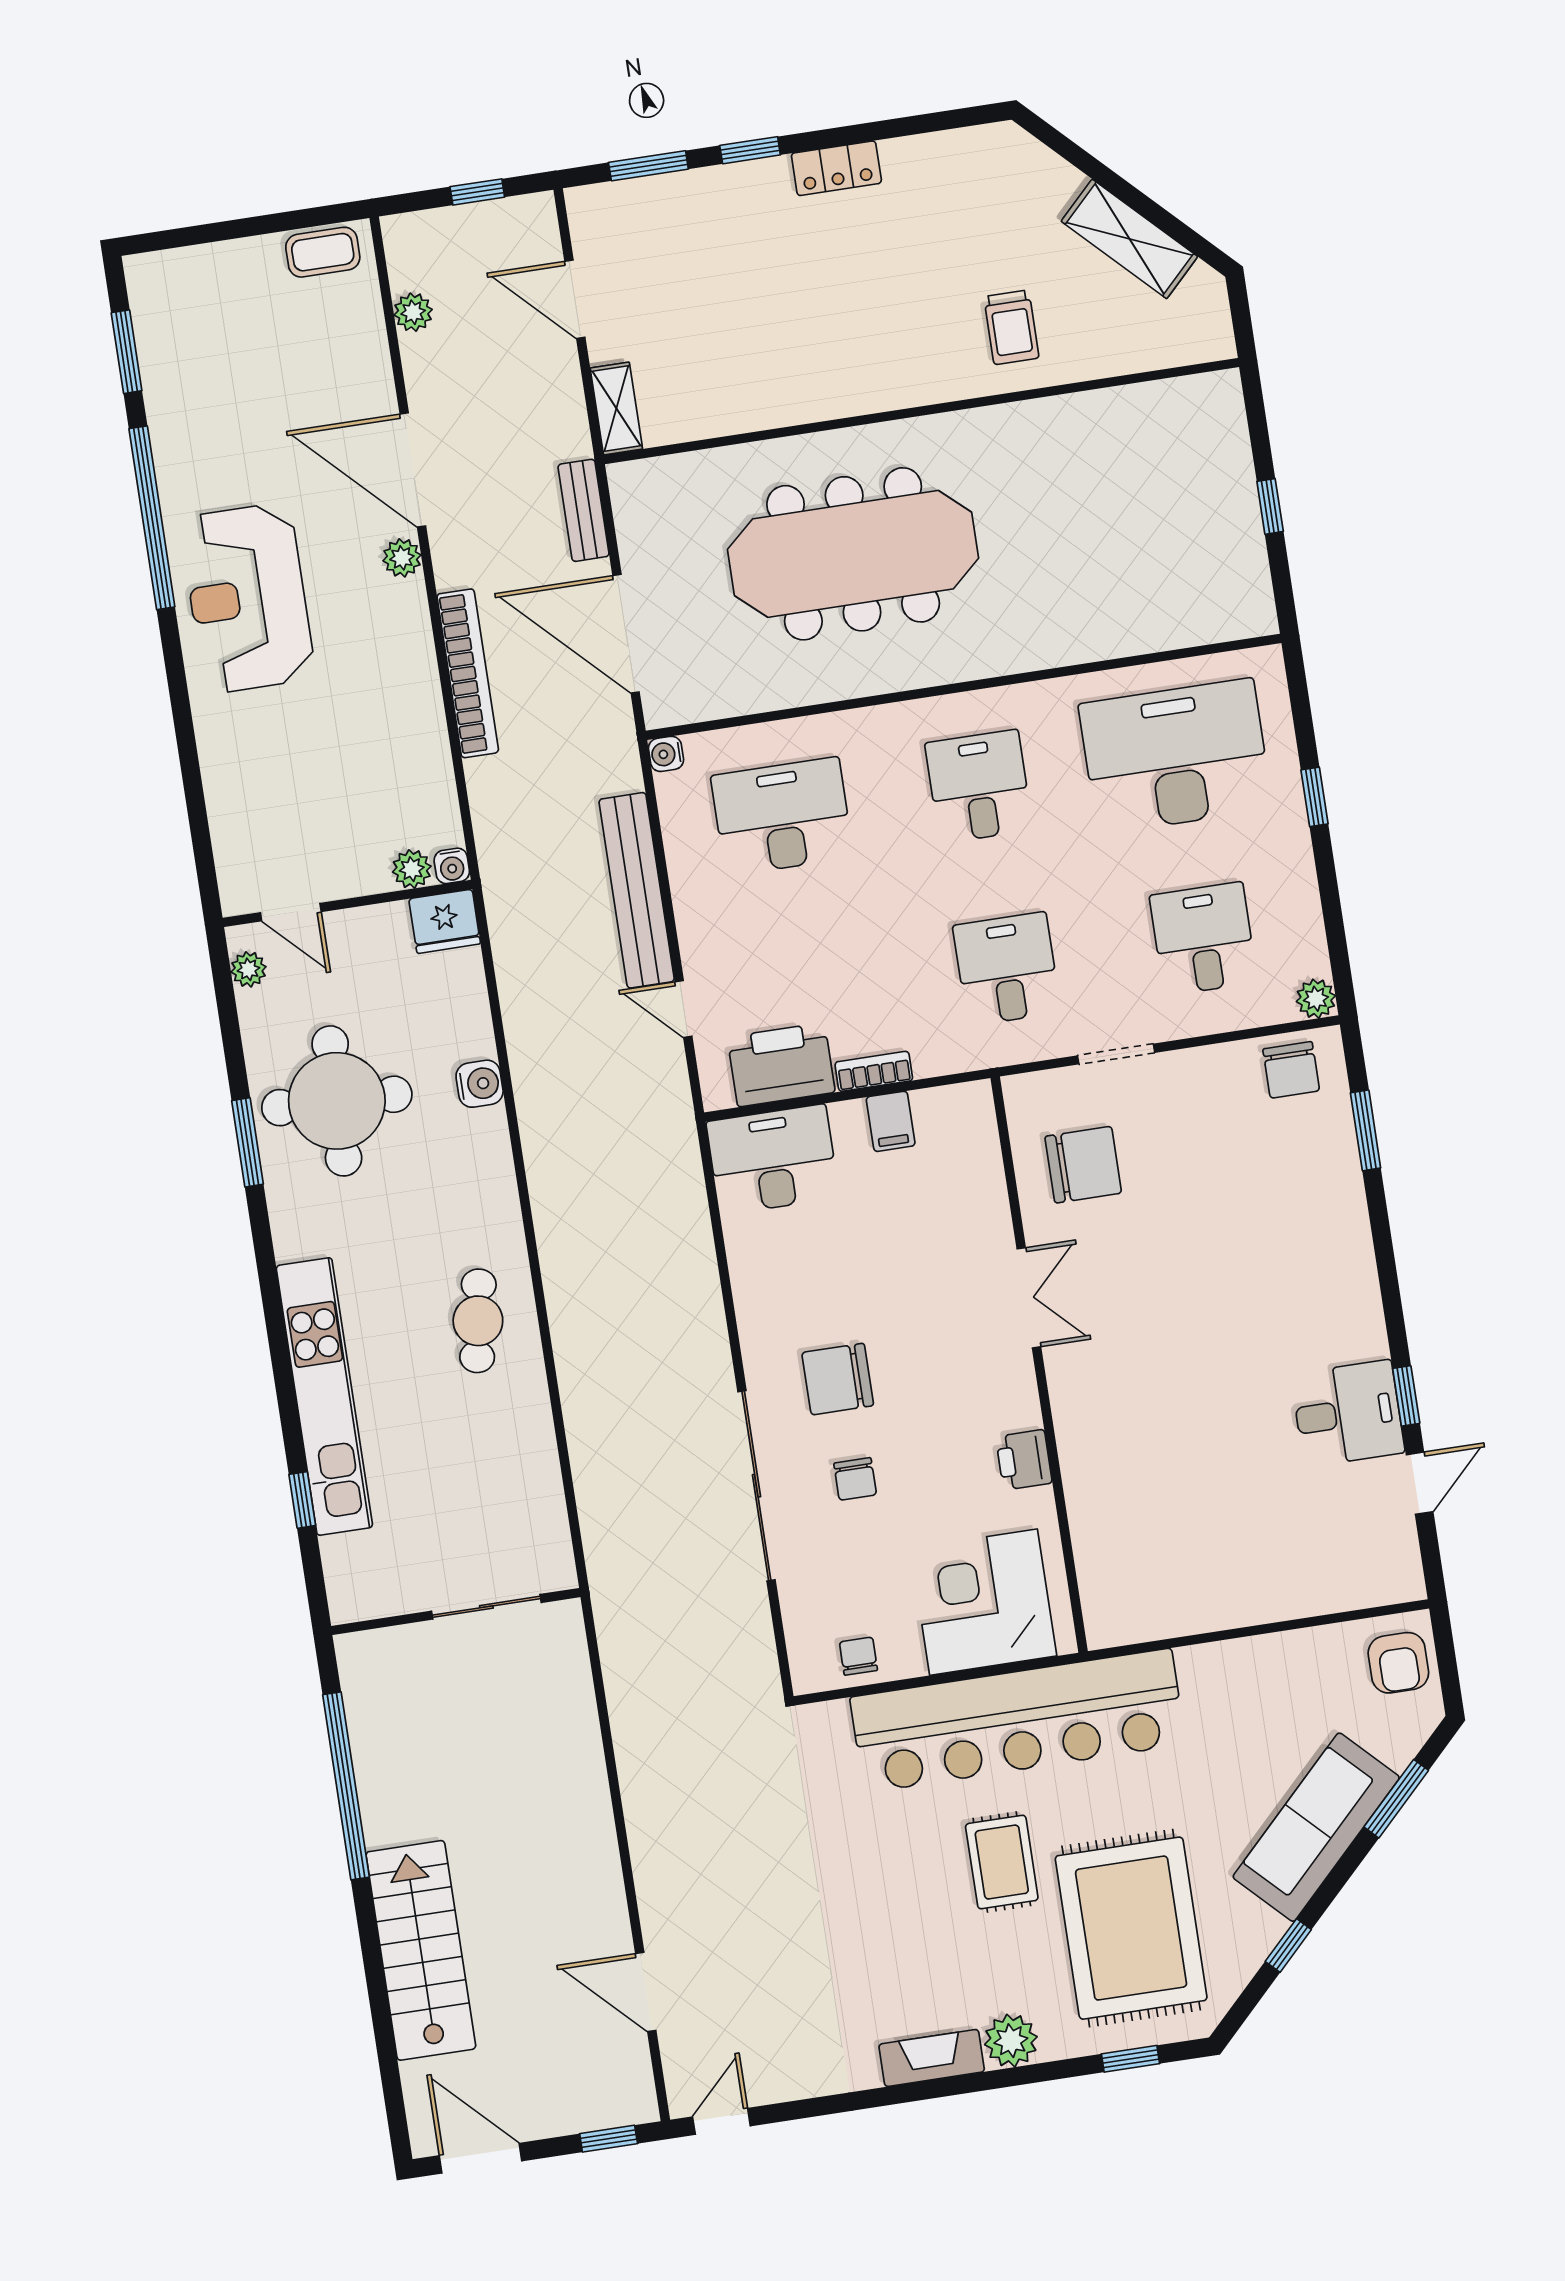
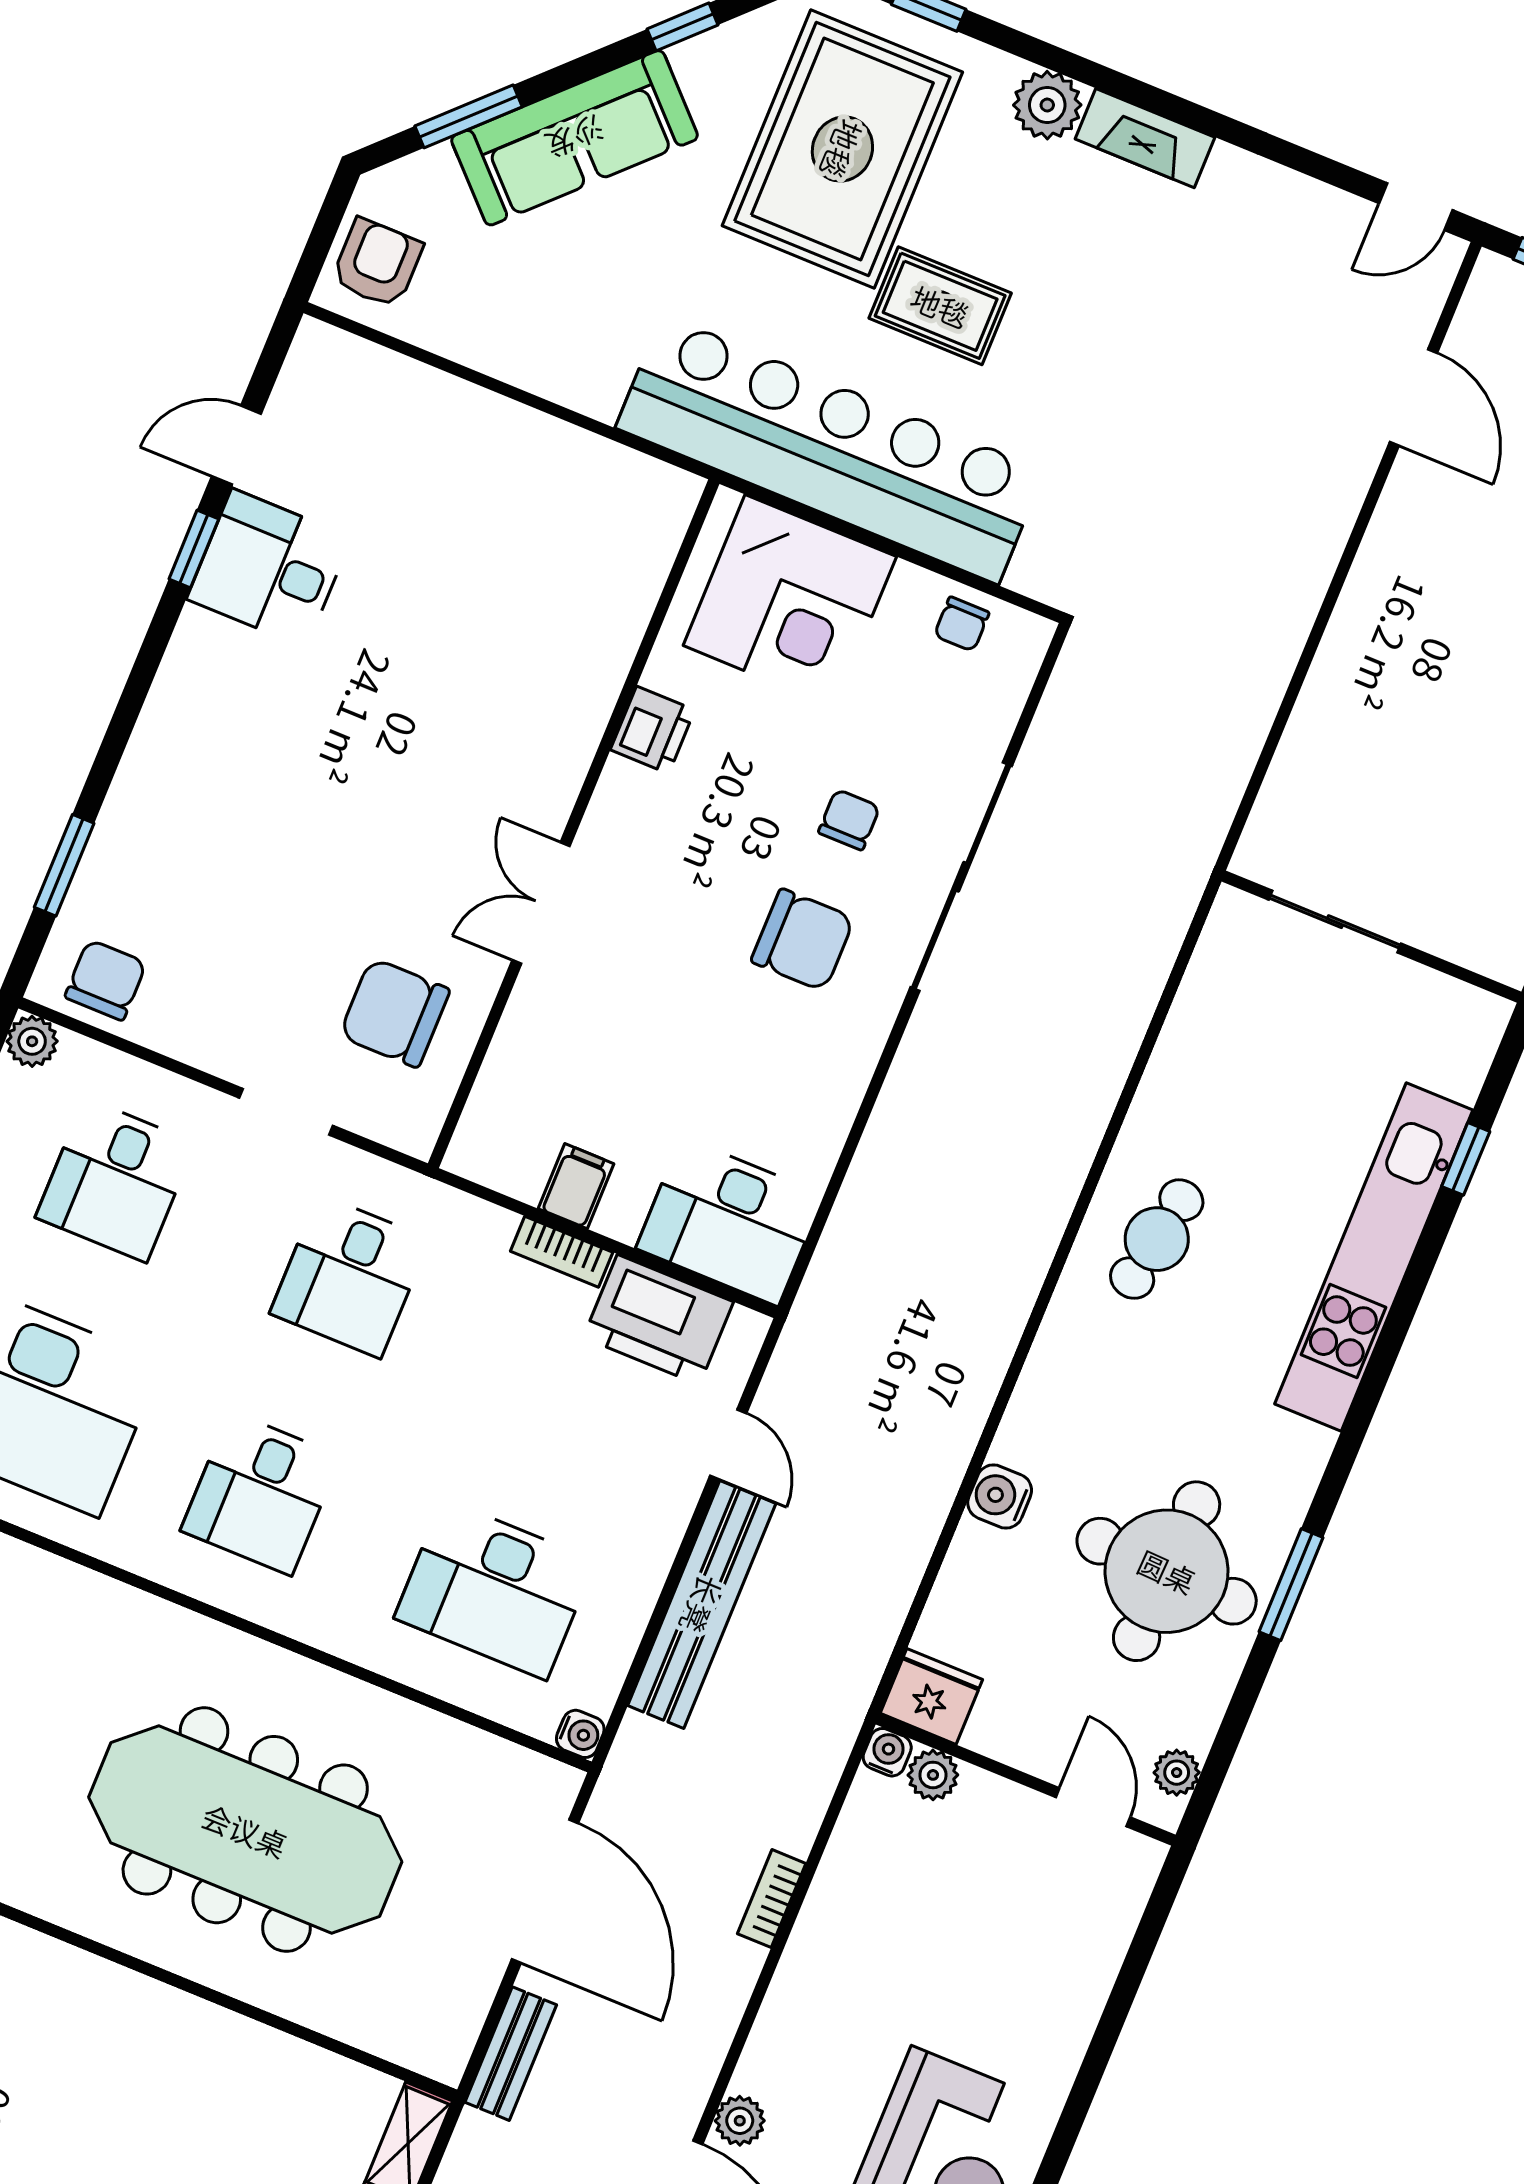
bookcase: (468, 673) -> (772, 1899), width x0.43, depth x0.76
rug: (1002, 1862) -> (940, 306), turned 90

